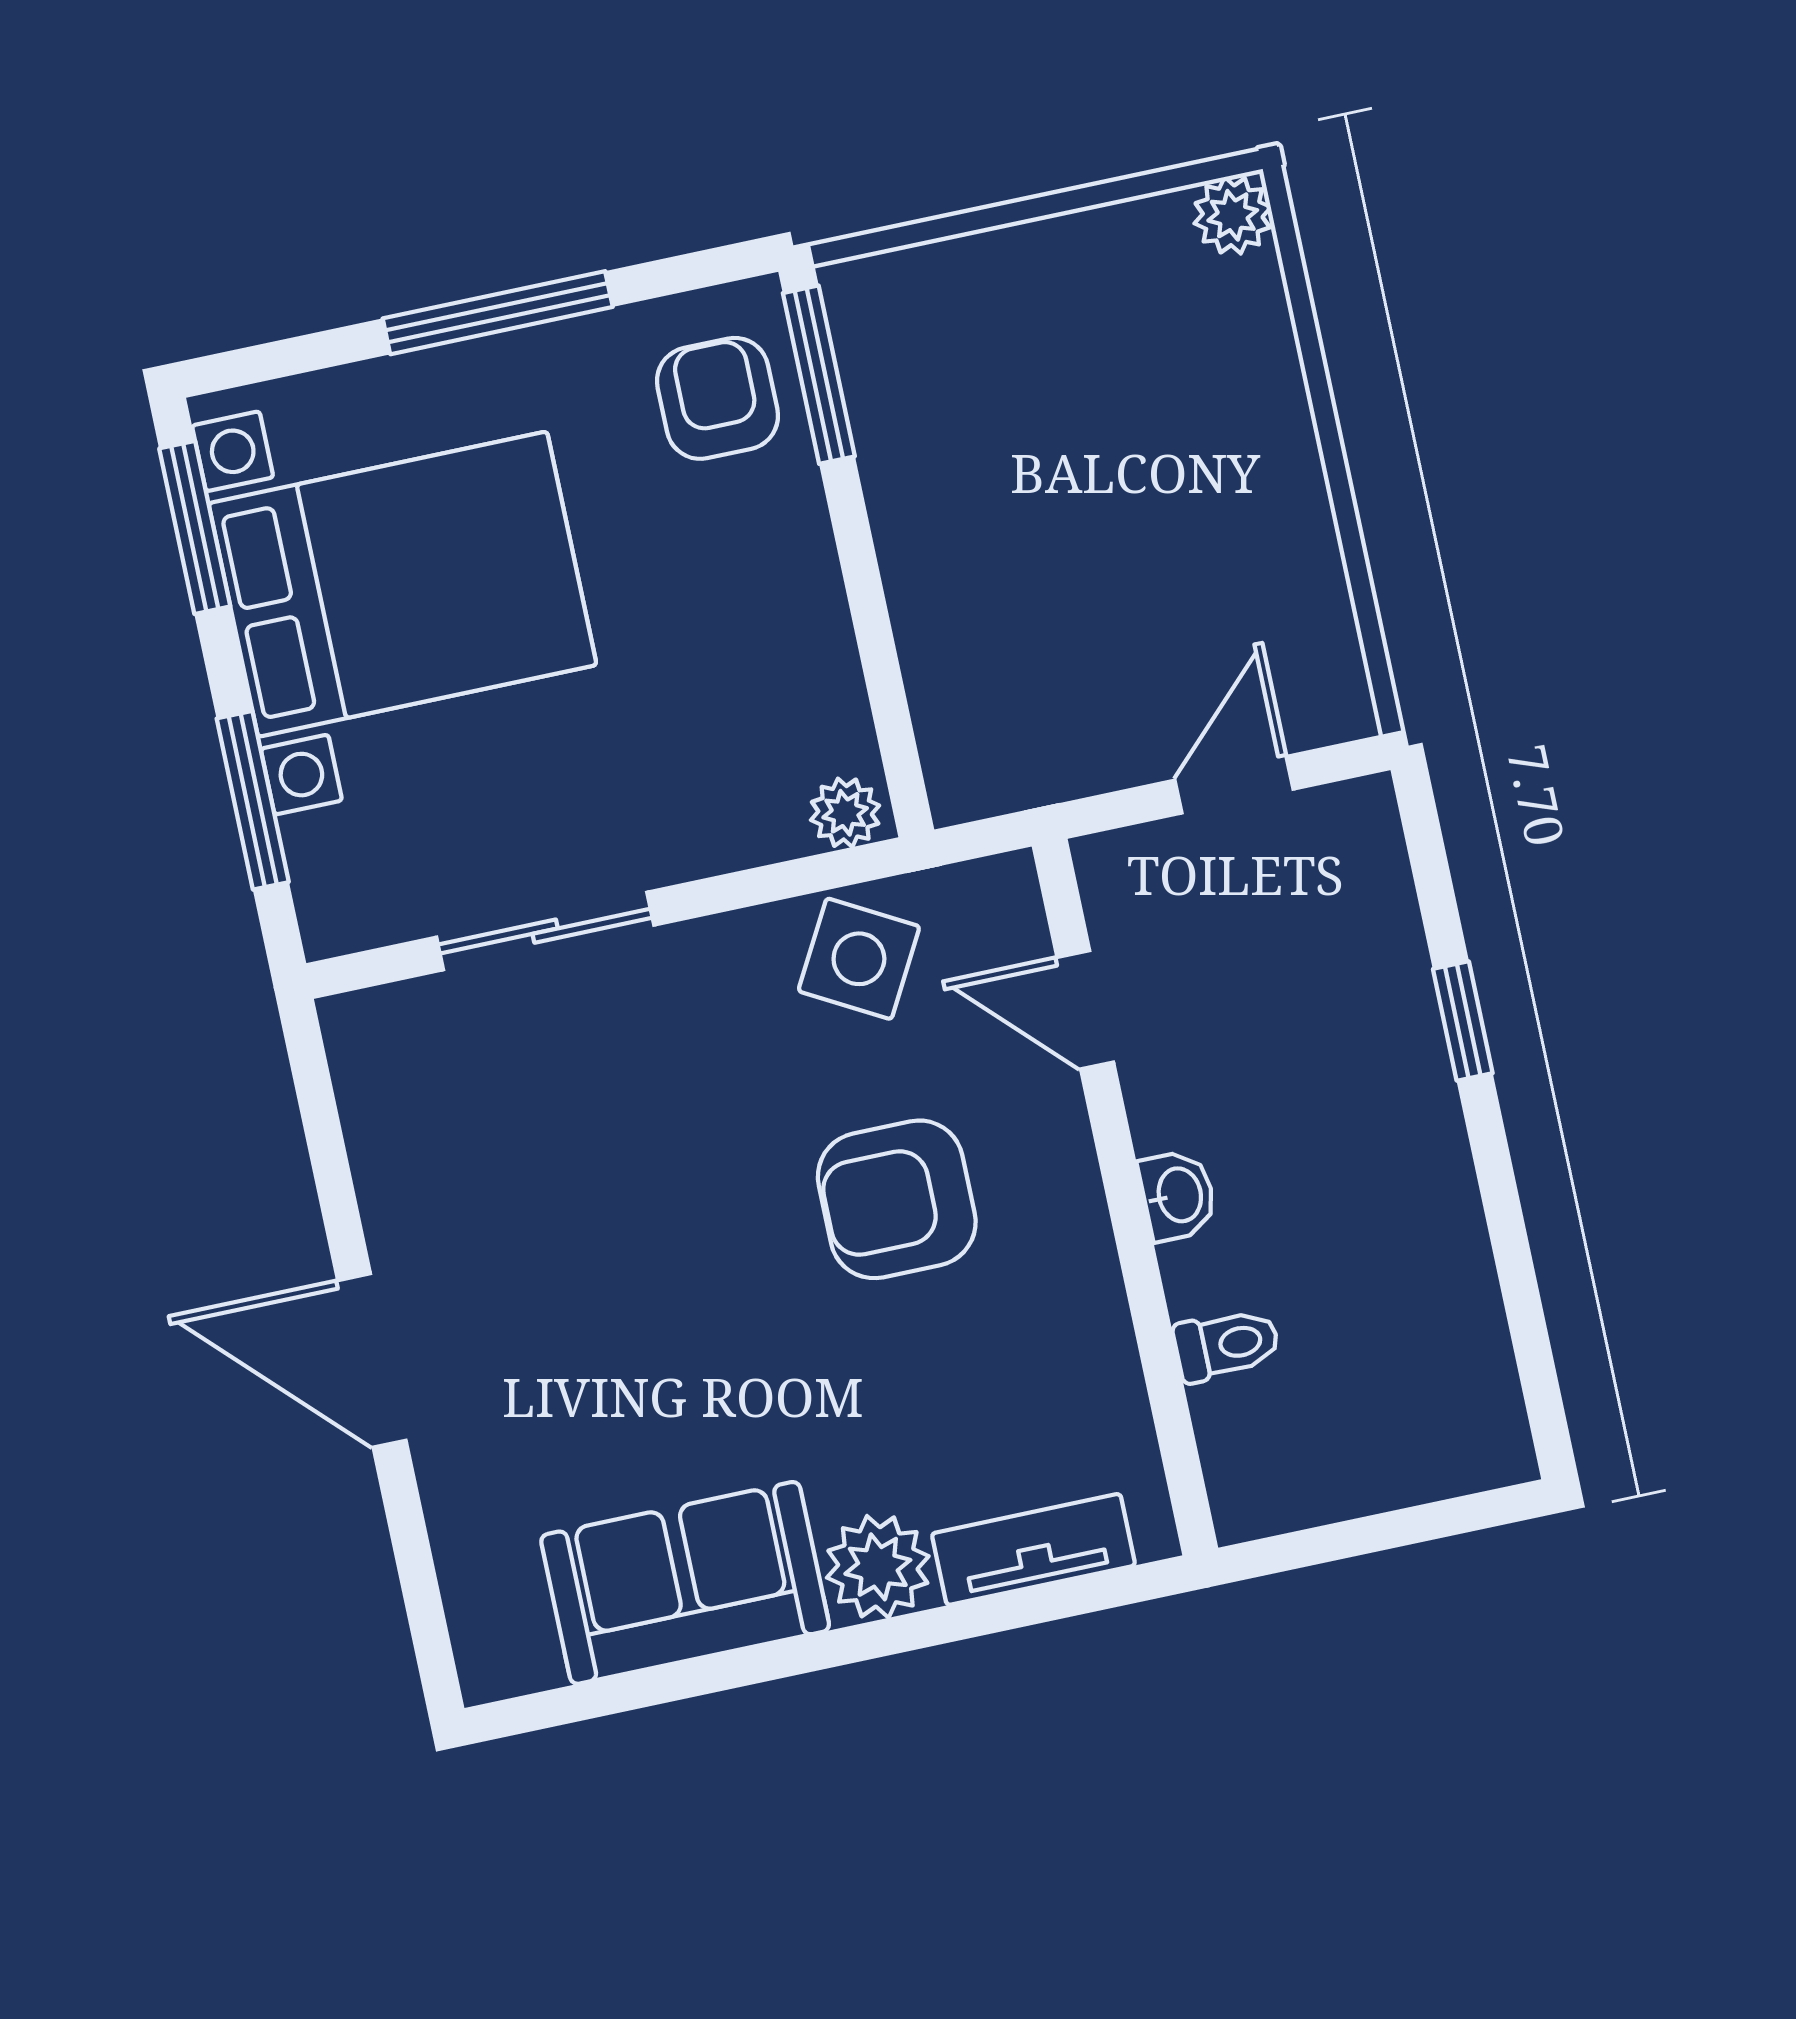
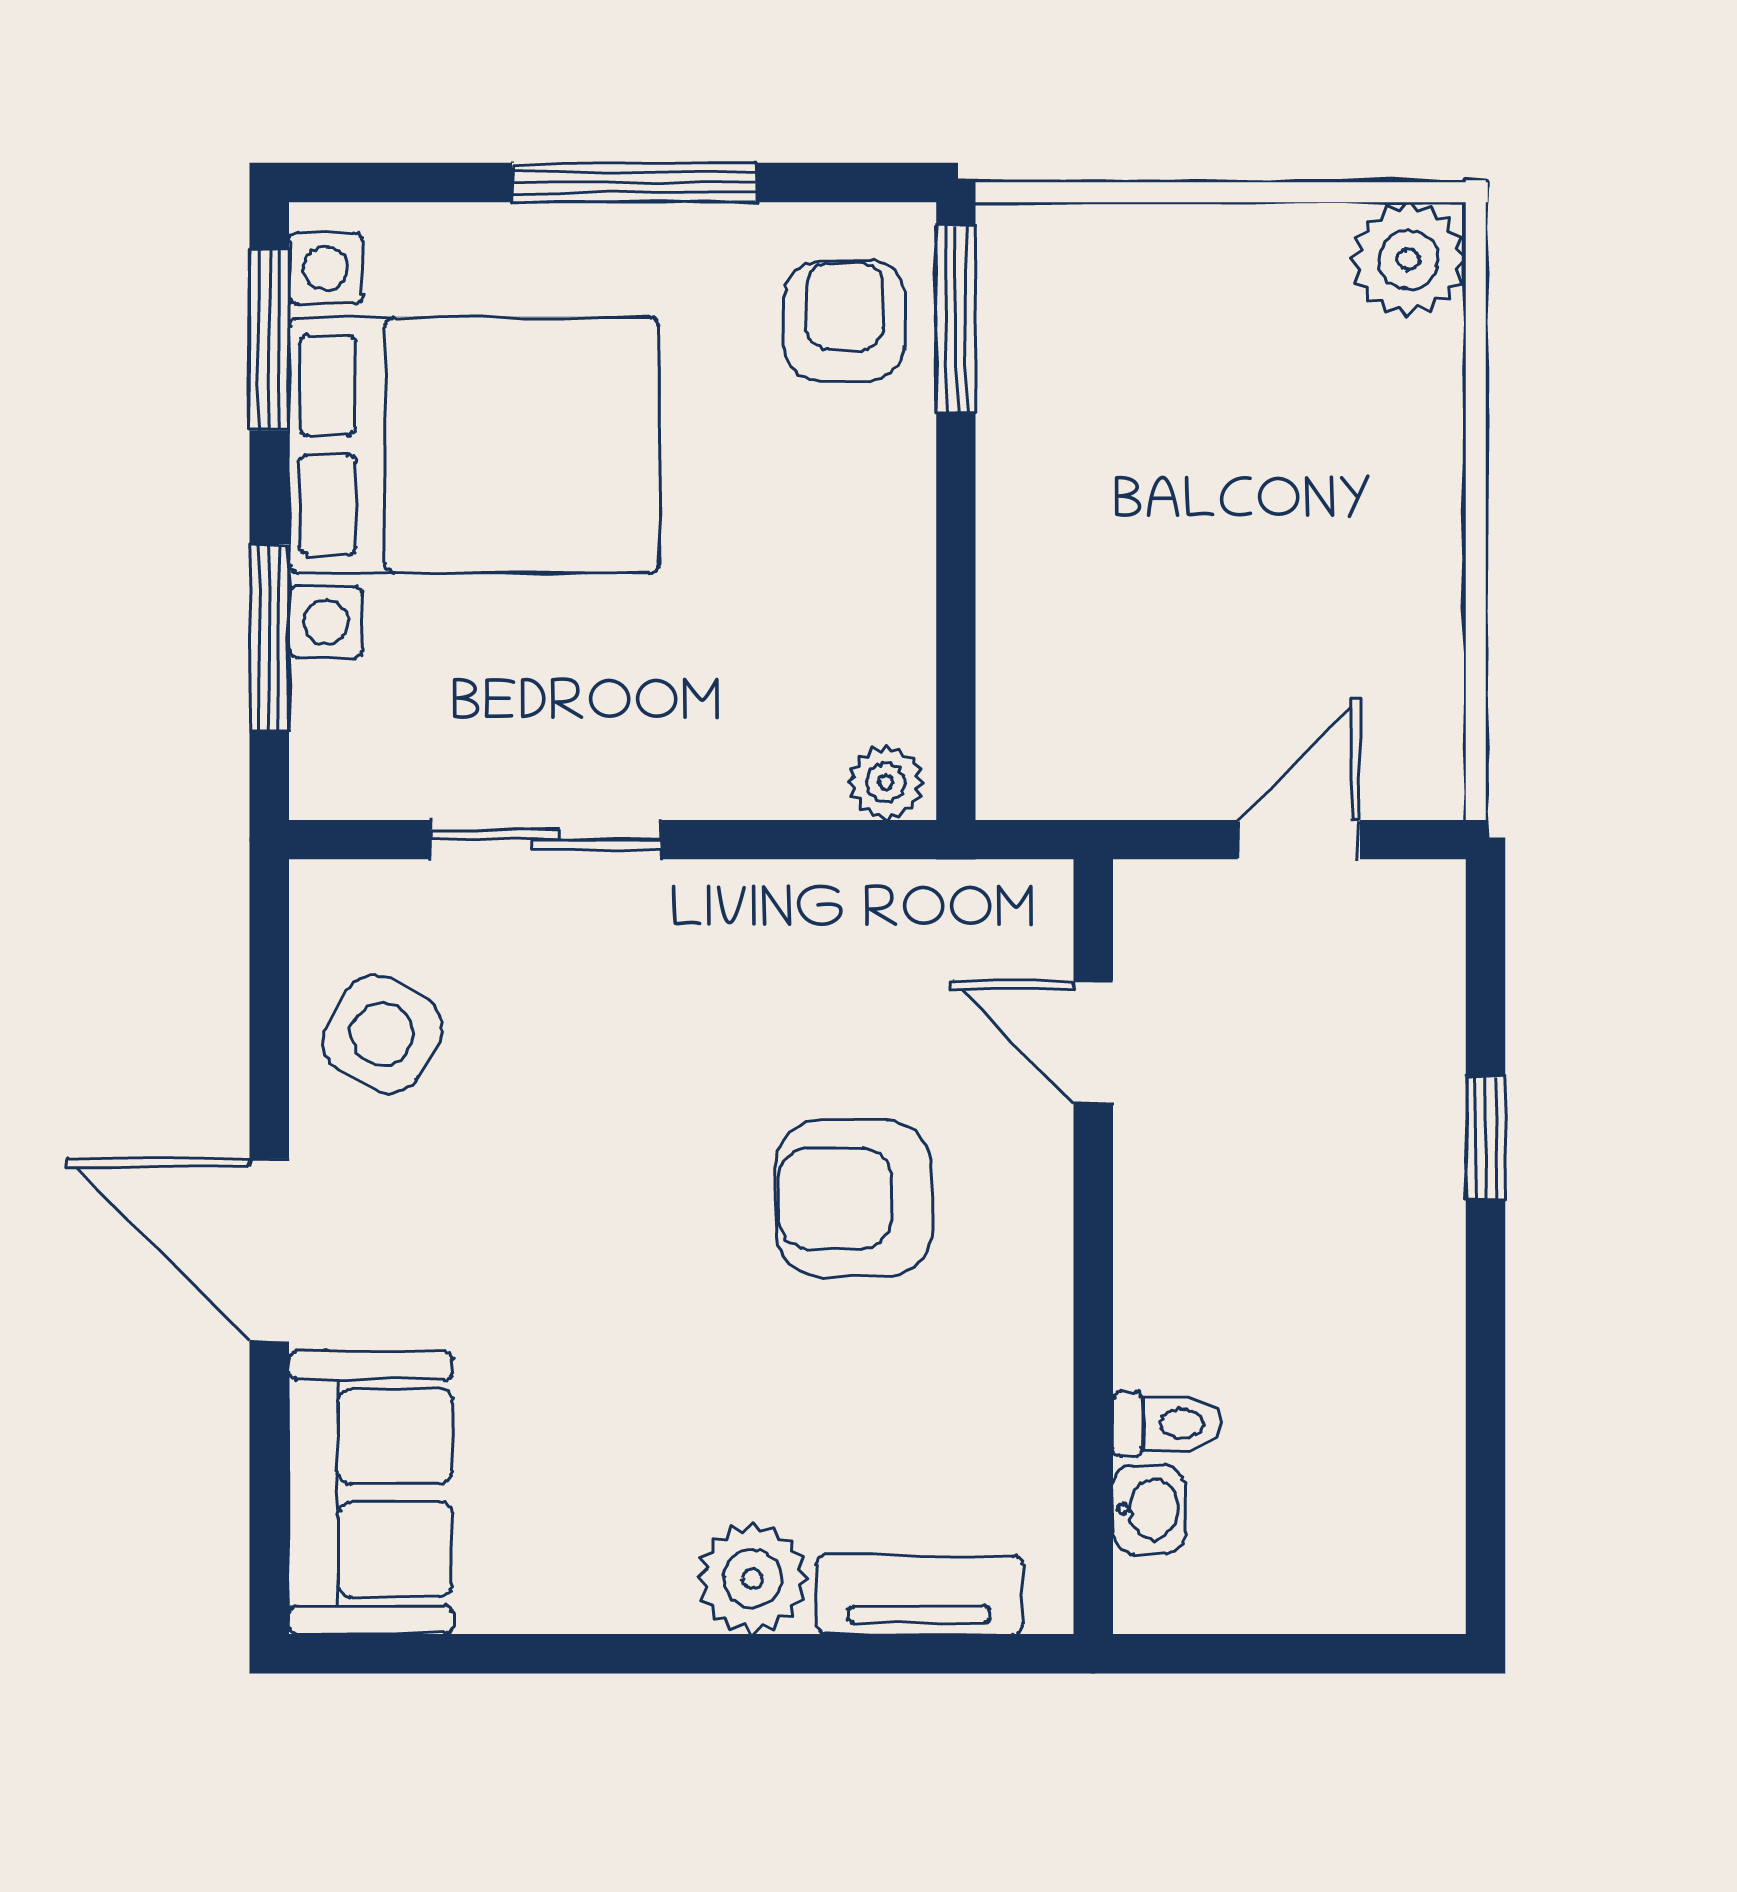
plant: (1233, 215) -> (1408, 260), width x1.38, depth x1.38
side table: (859, 959) -> (382, 1034), moved
washbasin: (1178, 1195) -> (1149, 1509), moved
sofa: (685, 1583) -> (371, 1493), moved, turned 90

